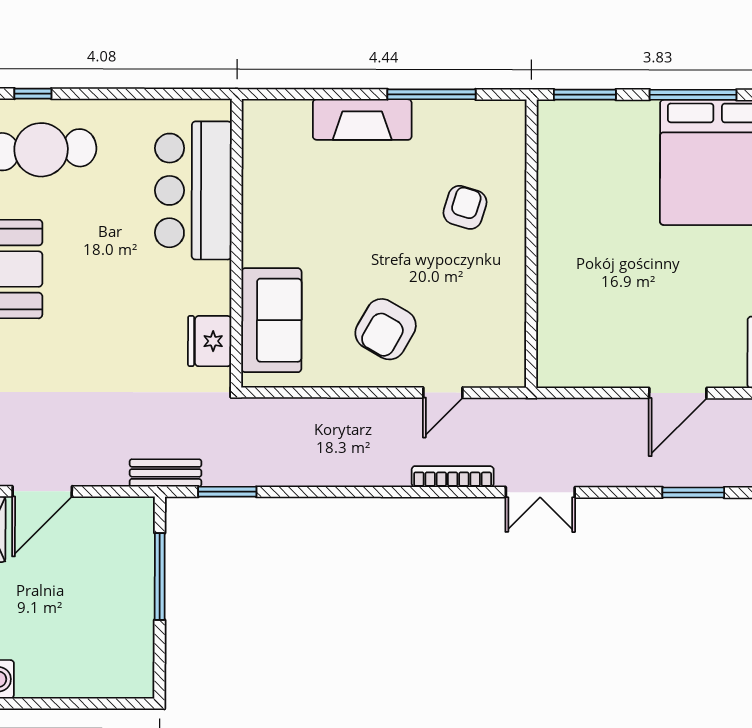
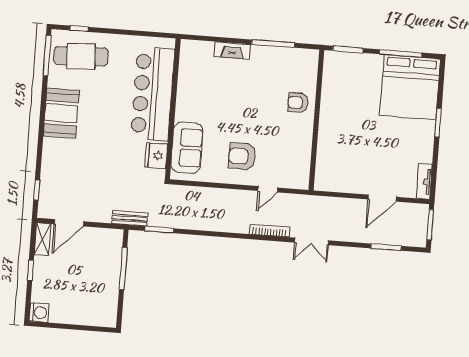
fireplace: (362, 120) -> (232, 50), width x0.73, depth x0.76
bar counter: (193, 190) -> (153, 94), width x1.36
armchair: (465, 207) -> (298, 103), moved, turned -107
armchair: (386, 329) -> (242, 156), turned 60

